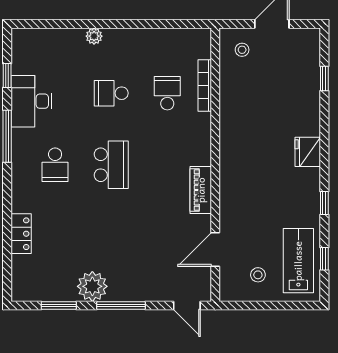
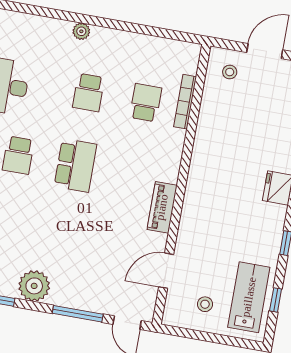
school desk: (111, 93) -> (88, 92), turned -90
window: (121, 305) -> (78, 314), moved

